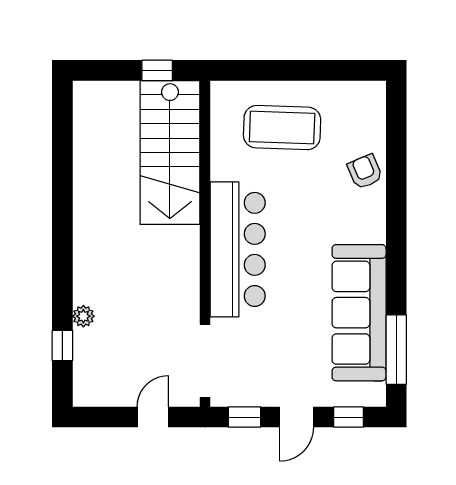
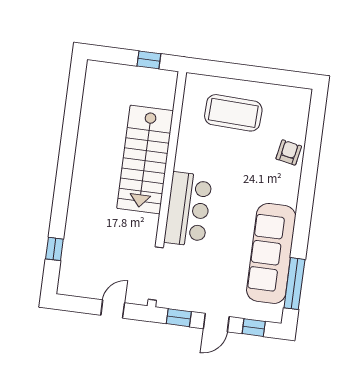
stairs: (170, 152) -> (145, 160), moved
armchair: (365, 172) -> (289, 152), turned 34
bar counter: (238, 249) -> (188, 209), width x0.73
plant: (83, 316) -> (72, 230), removed

